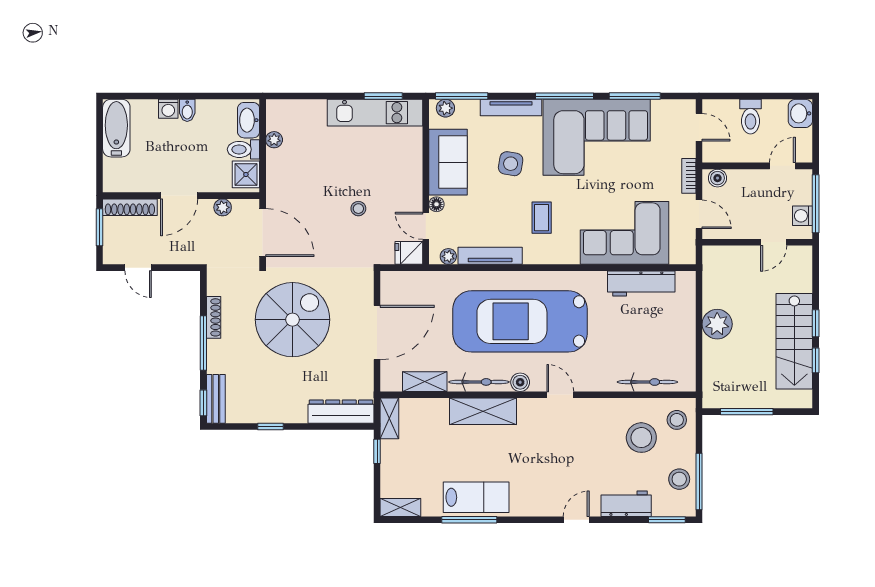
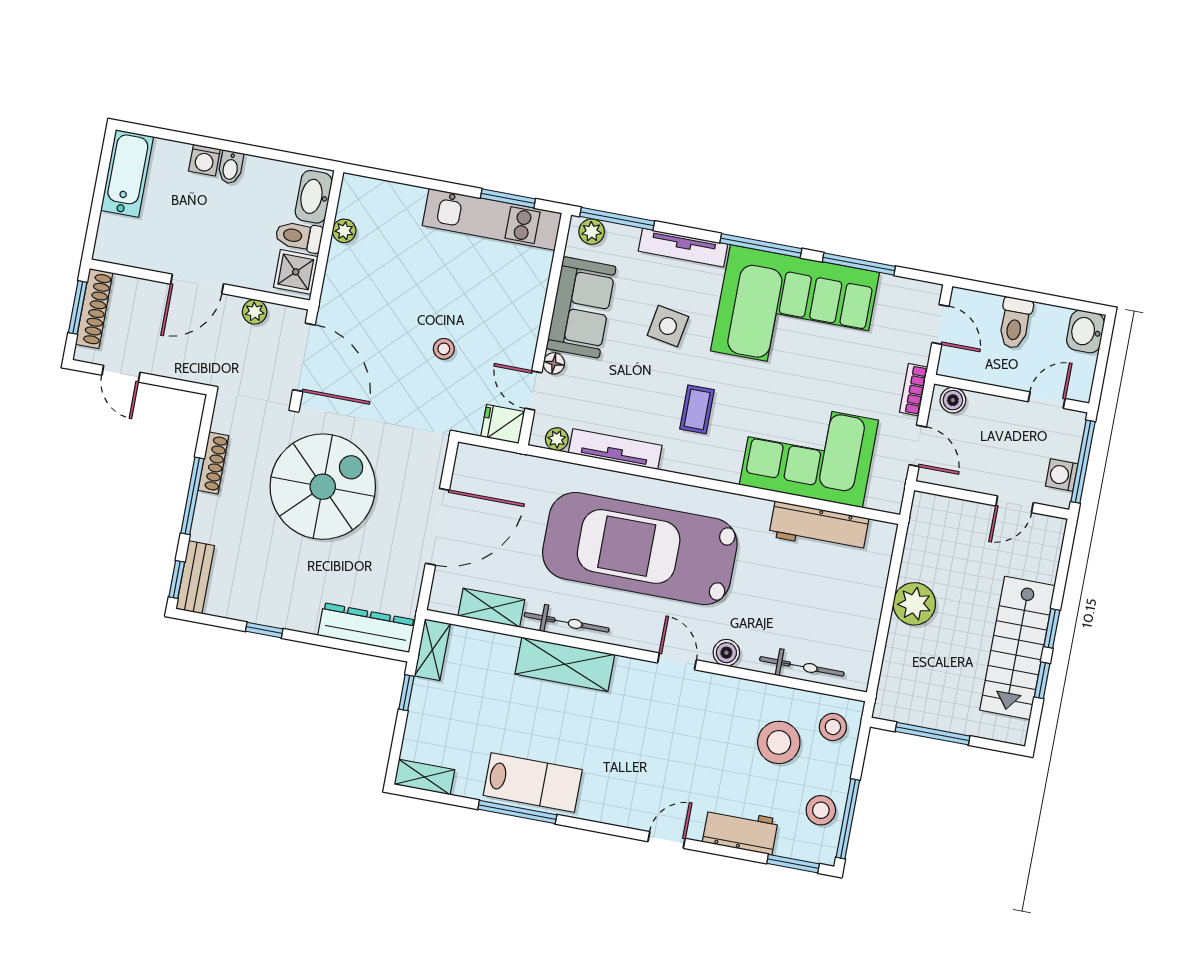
shoe rack: (130, 207) -> (94, 309), moved, turned -90
boiler: (520, 382) -> (726, 653), moved

